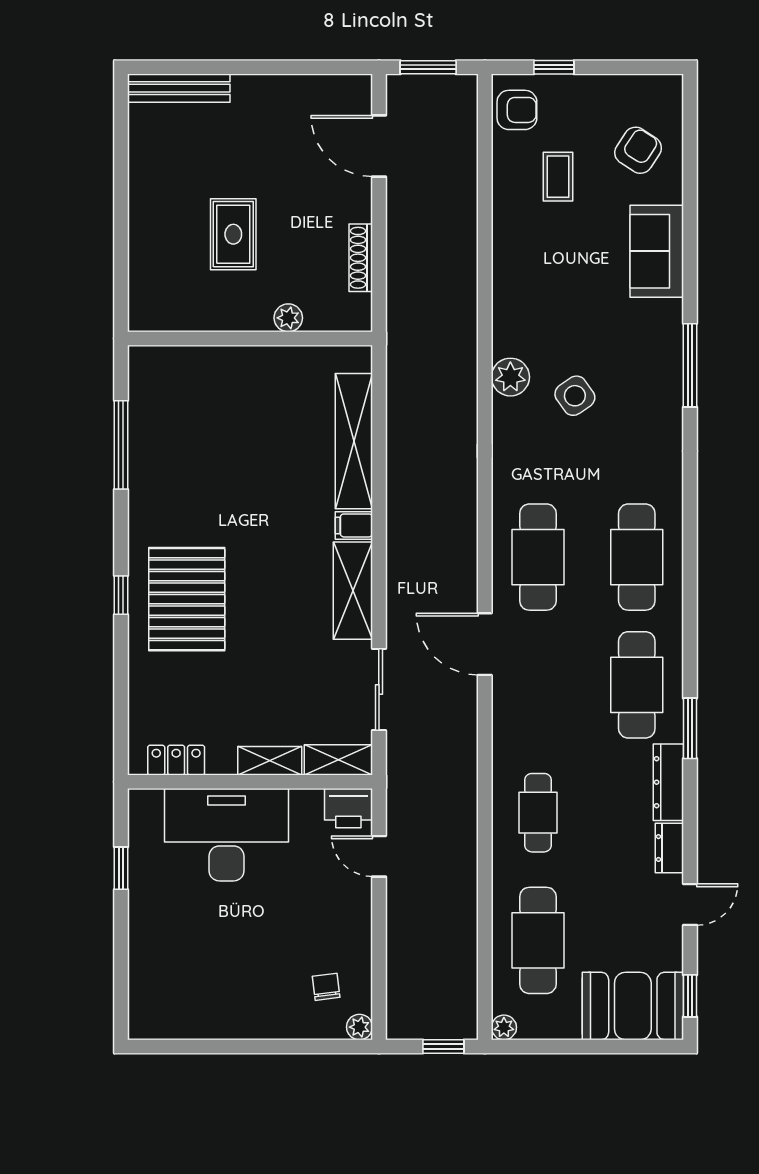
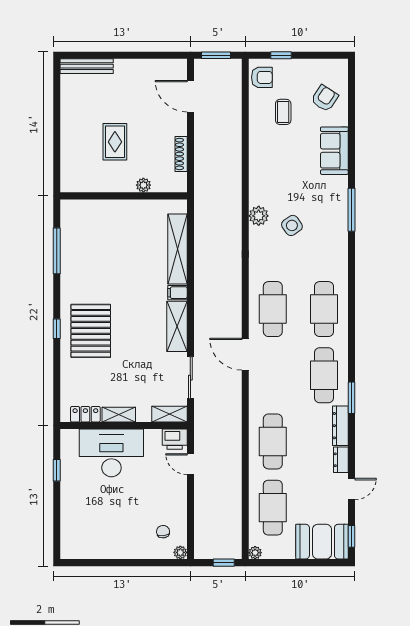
shelving: (270, 761) -> (119, 415), moved
cafe table: (538, 813) -> (273, 441), width x1.37, depth x1.35

